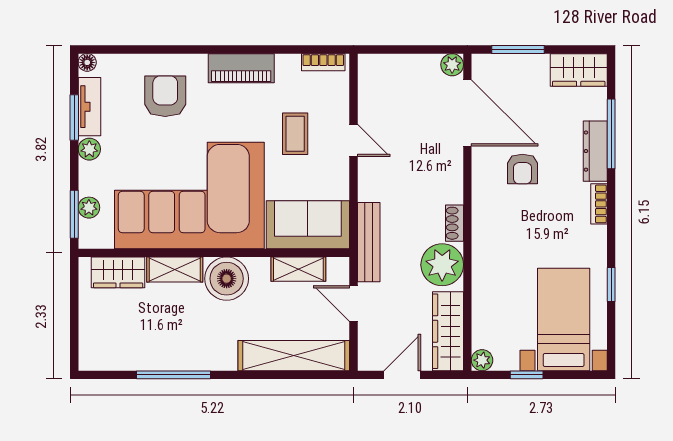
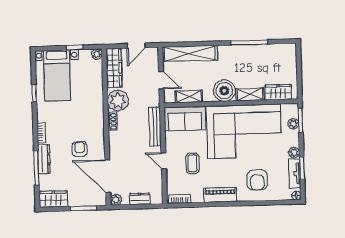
dresser: (404, 65) -> (140, 199), added
bench: (369, 242) -> (155, 127), moved

